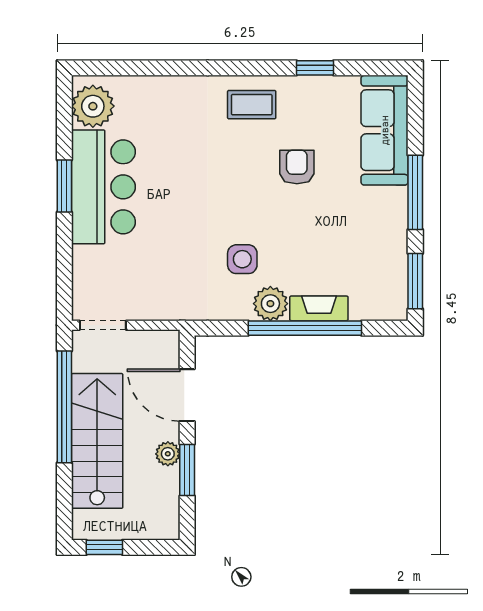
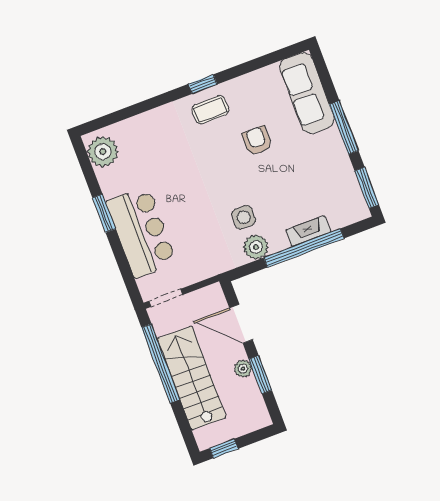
window: (315, 68) -> (203, 84), moved
bar counter: (103, 187) -> (141, 232), moved
plant: (270, 304) -> (256, 247), moved

